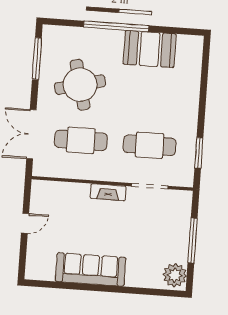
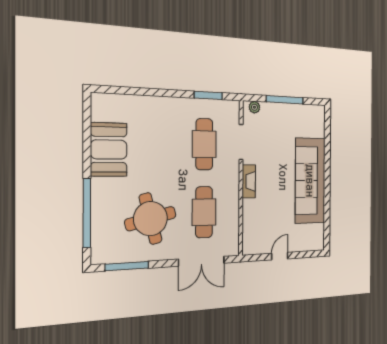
window: (116, 26) -> (87, 213), moved
door: (25, 223) -> (280, 256), hinge flipped
sofa: (91, 269) -> (310, 181), width x1.36, depth x1.27
plant: (175, 275) -> (254, 107), moved, width x0.53, depth x0.53

